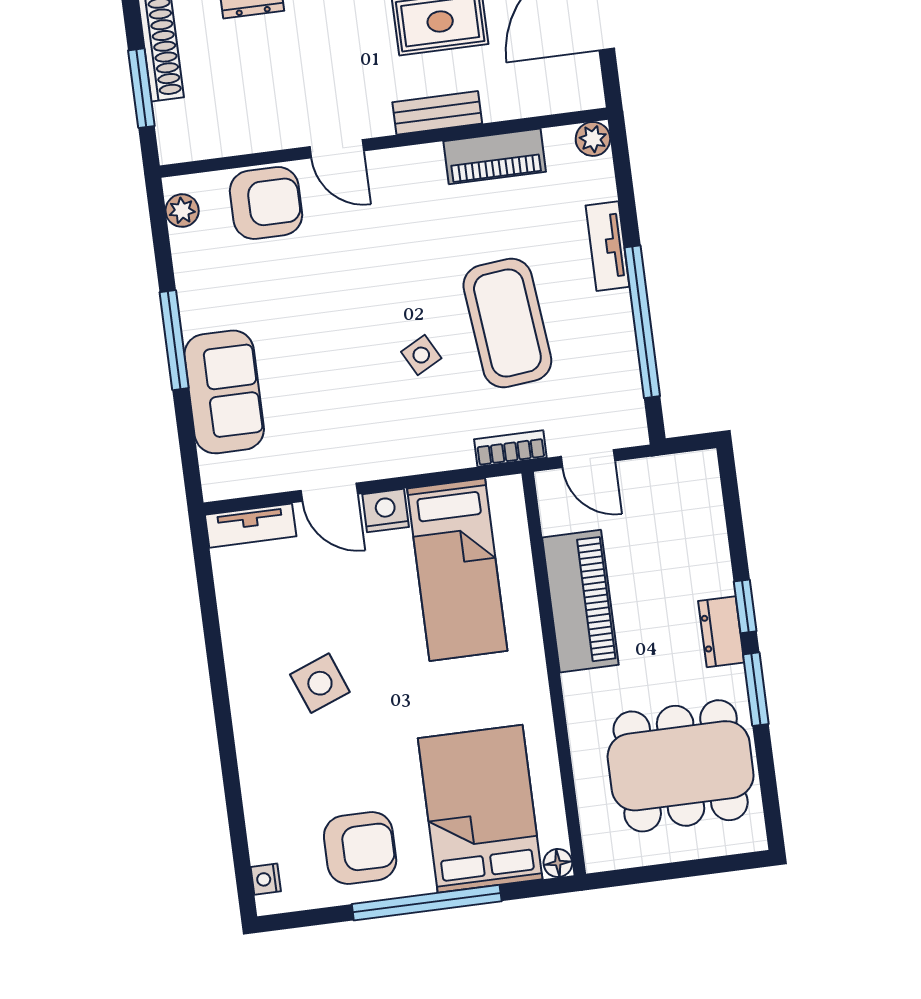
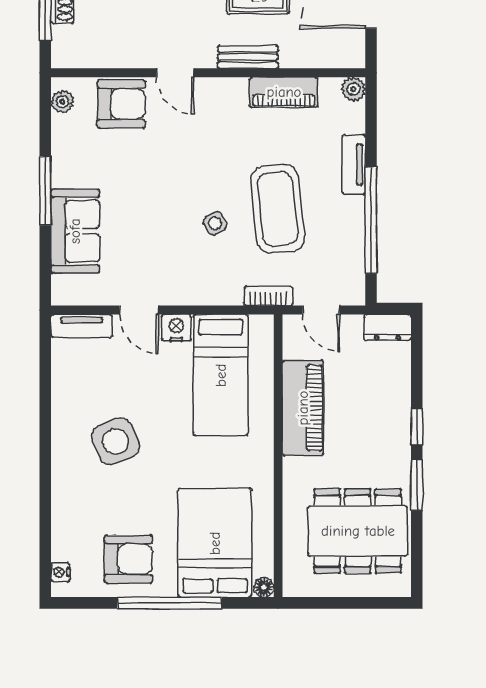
dresser: (721, 632) -> (388, 327), moved, turned -90
side table: (320, 683) -> (115, 441), width x1.37, depth x1.37

